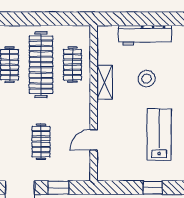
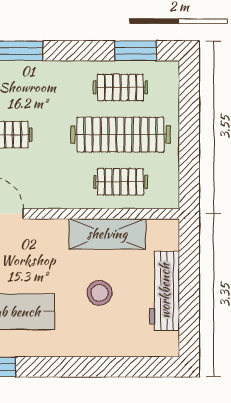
shelving: (105, 82) -> (107, 234), width x1.50, depth x1.33

